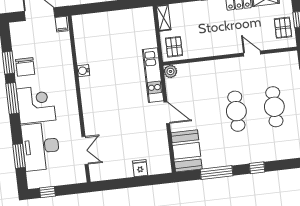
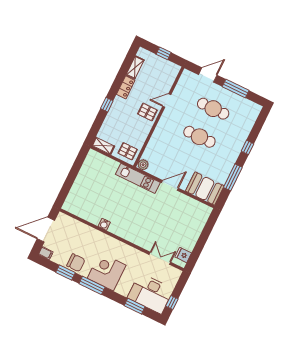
filing cabinet: (61, 24) -> (46, 253), moved
pallet: (283, 28) -> (147, 112), moved
desk: (41, 146) -> (150, 293), moved
fridge: (140, 168) -> (183, 255), moved

